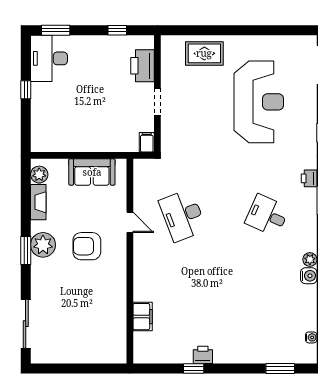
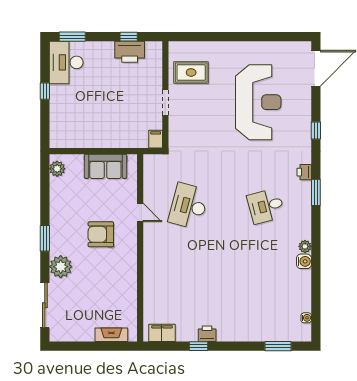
rug: (204, 53) -> (191, 72), moved
printer: (143, 66) -> (130, 52), moved, turned -90
fireplace: (38, 202) -> (111, 335), moved, turned -90
desk: (183, 215) -> (189, 206), turned 36
desk: (267, 215) -> (266, 206), turned -39
plant: (43, 245) -> (61, 267), moved
filing cabinet: (143, 317) -> (162, 333), moved, turned -90

